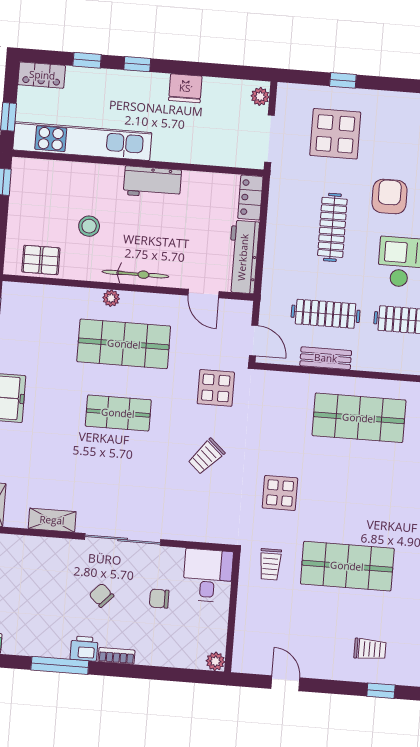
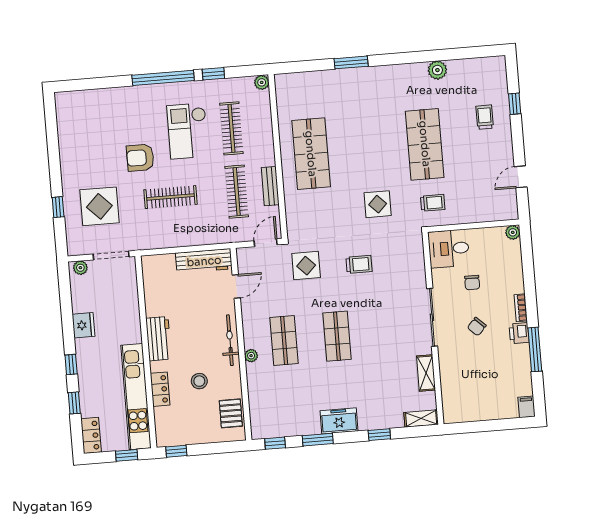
locker: (250, 198) -> (160, 389), moved, turned -90
shop shelf: (124, 344) -> (284, 341), width x0.70, depth x0.74
trolley: (206, 456) -> (359, 264), turned -42

